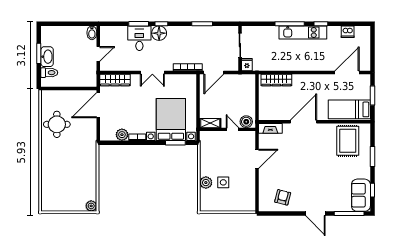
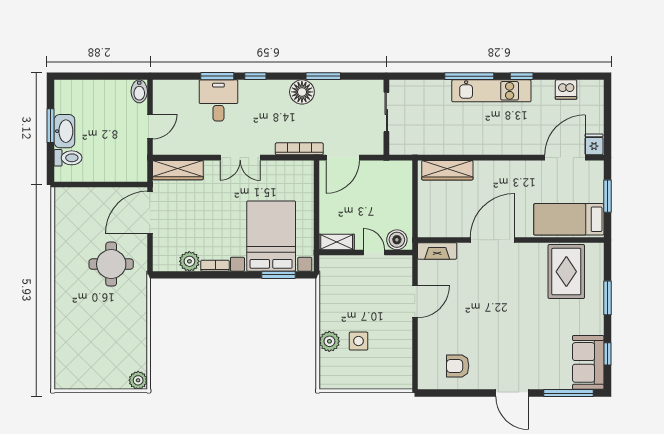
floor lamp: (159, 33) -> (302, 92), moved
fridge: (247, 65) -> (594, 144), moved
round table: (57, 124) -> (111, 264), moved
armchair: (283, 197) -> (458, 366), turned -104

